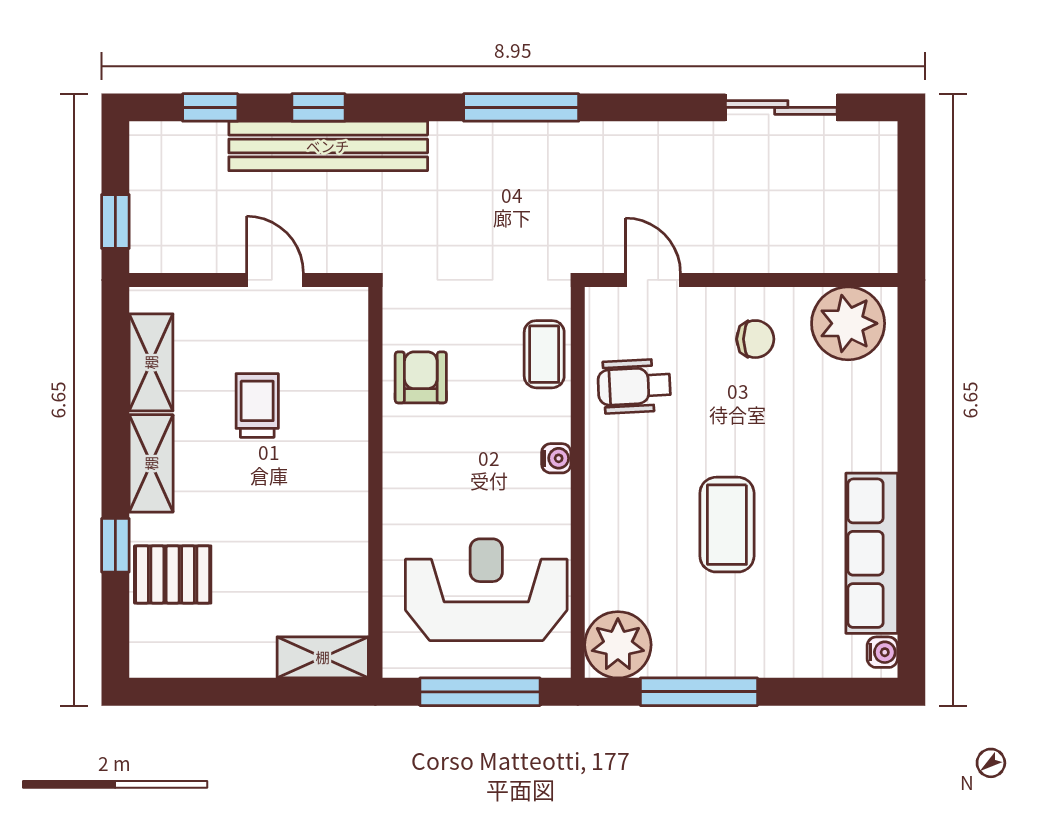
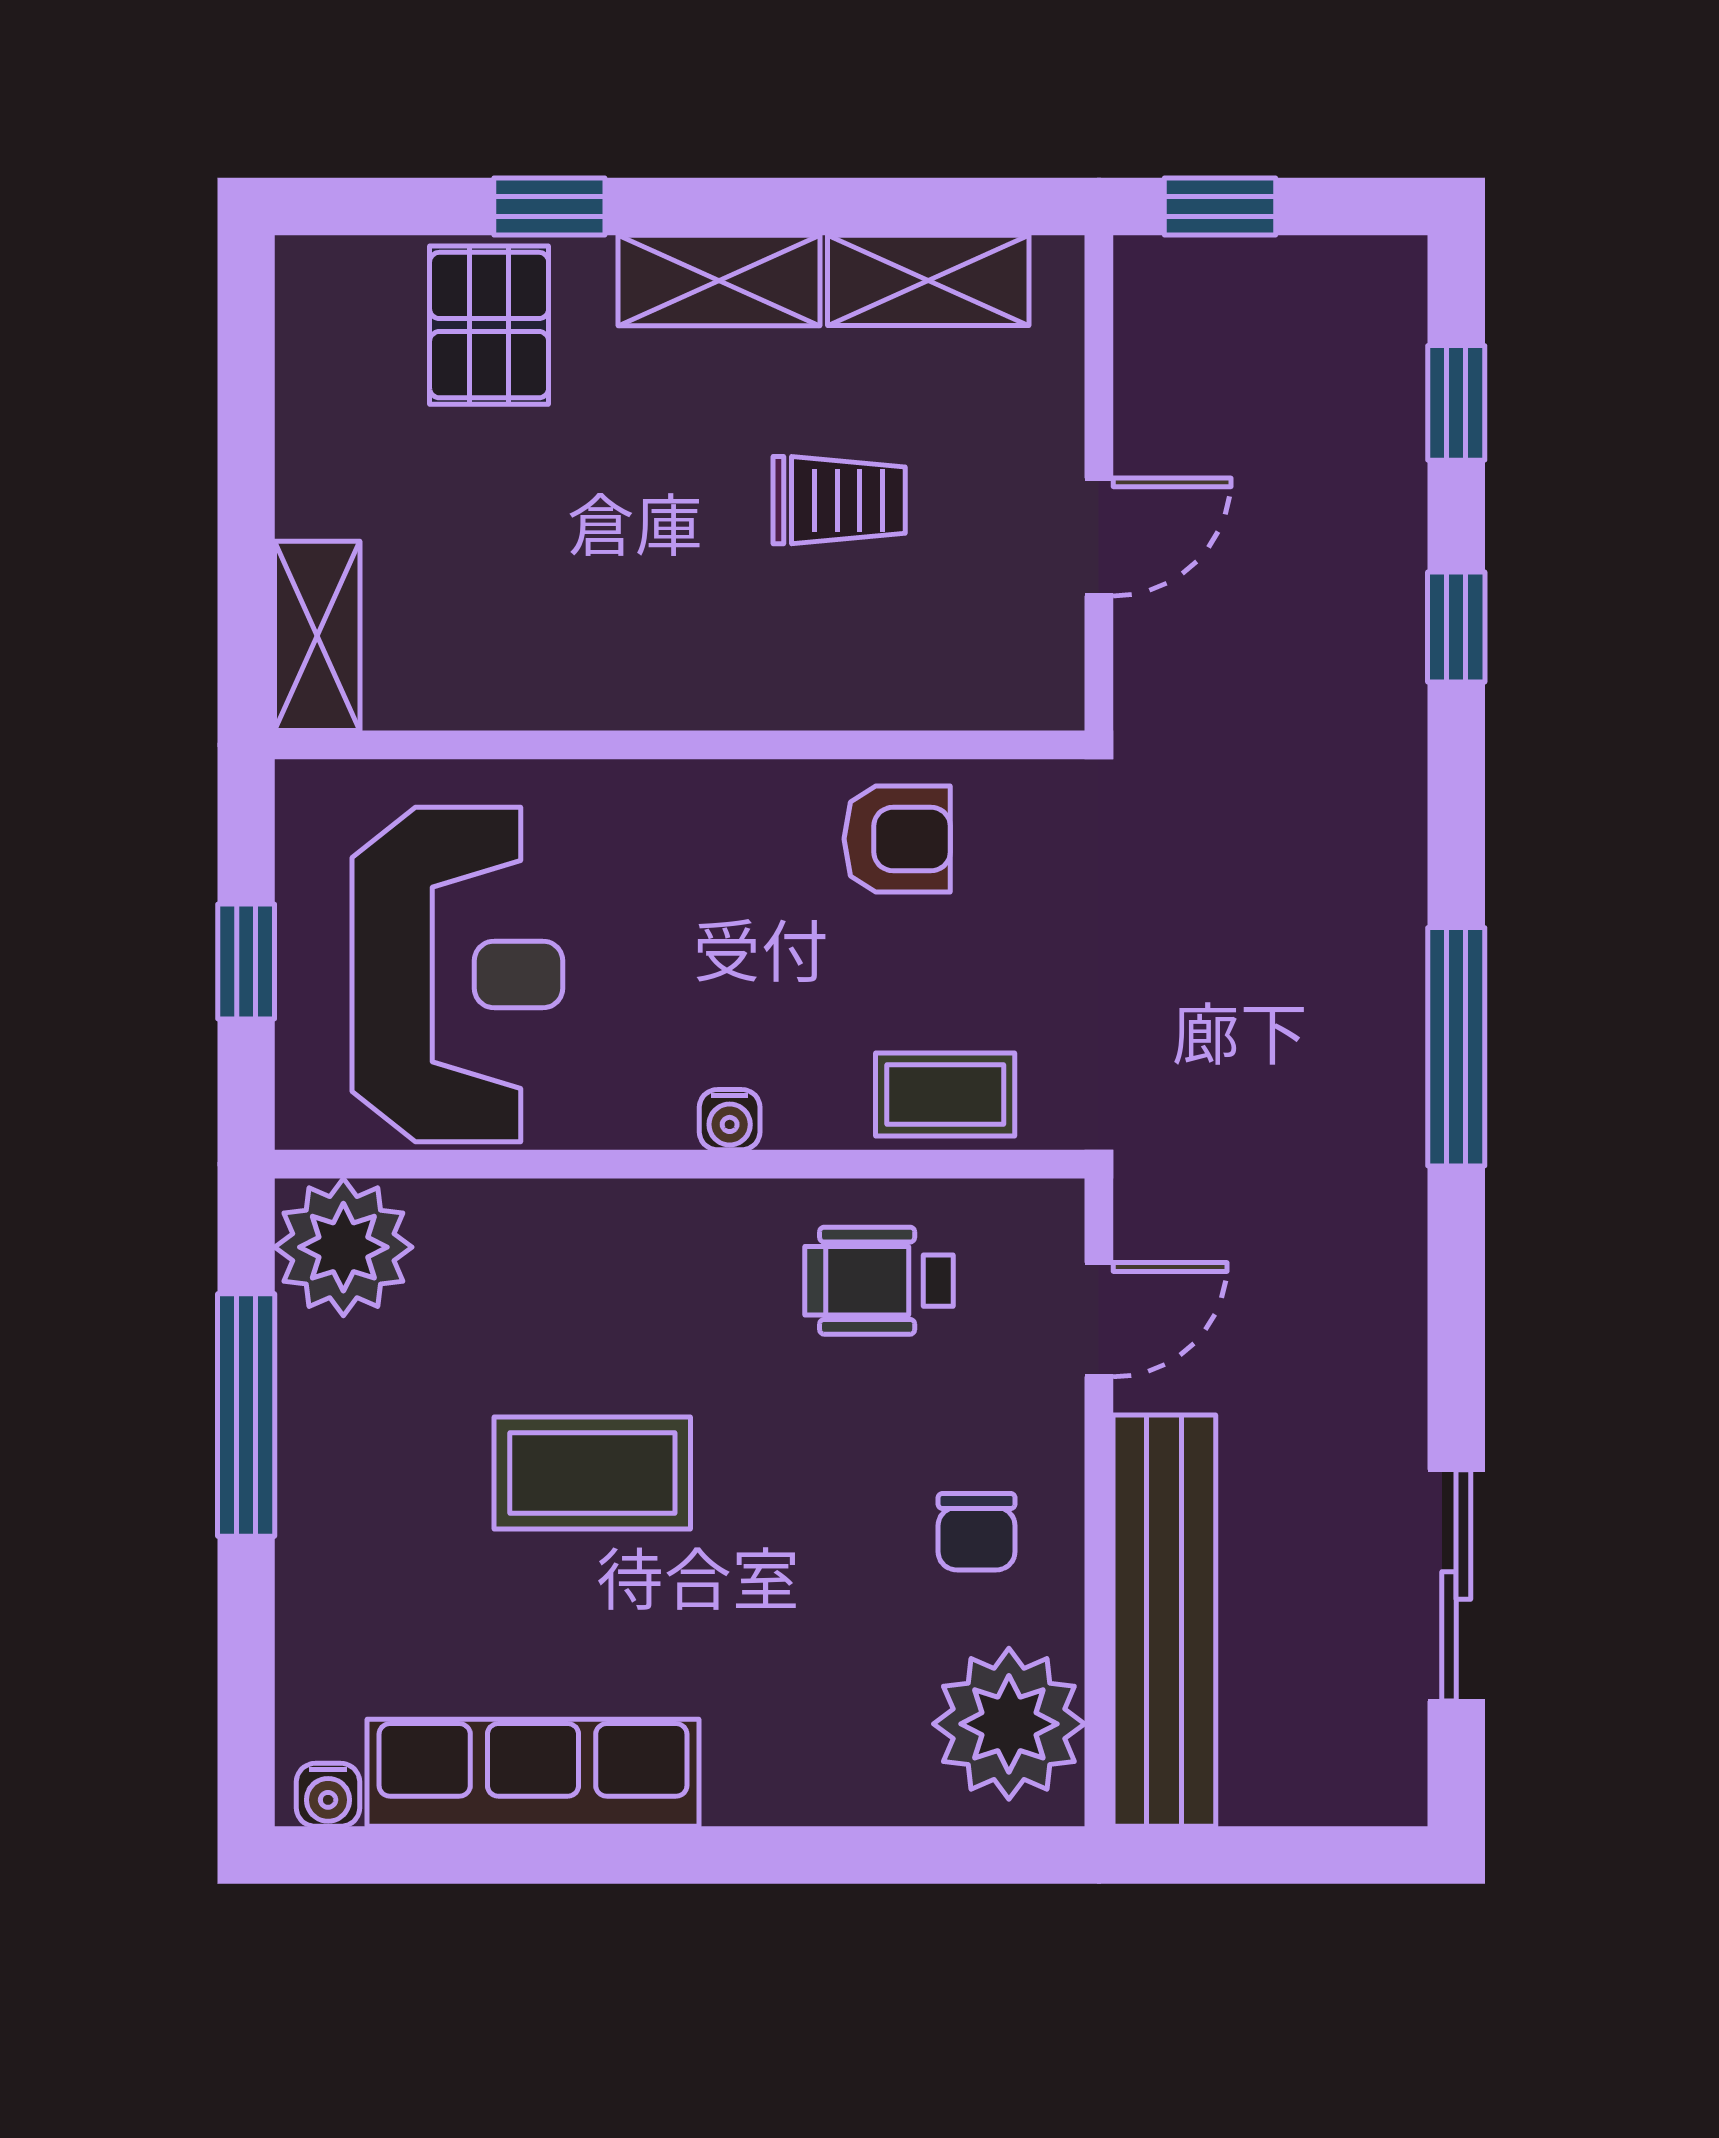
bench: (328, 146) -> (1164, 1621), moved
wheelchair: (634, 386) -> (879, 1281), turned -87
window: (480, 692) -> (246, 962), width x0.46

